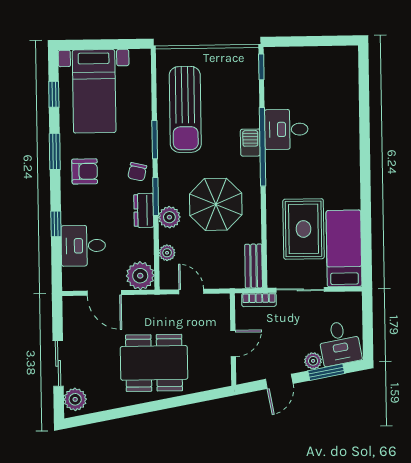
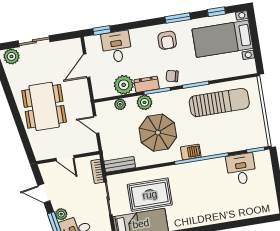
sun lounger: (185, 109) -> (219, 102), turned 180
desk: (286, 129) -> (241, 169), moved
barbecue: (250, 143) -> (191, 152), moved
window: (56, 224) -> (102, 30), moved
plant: (140, 276) -> (124, 85), moved
door: (191, 292) -> (96, 125), swing flipped

